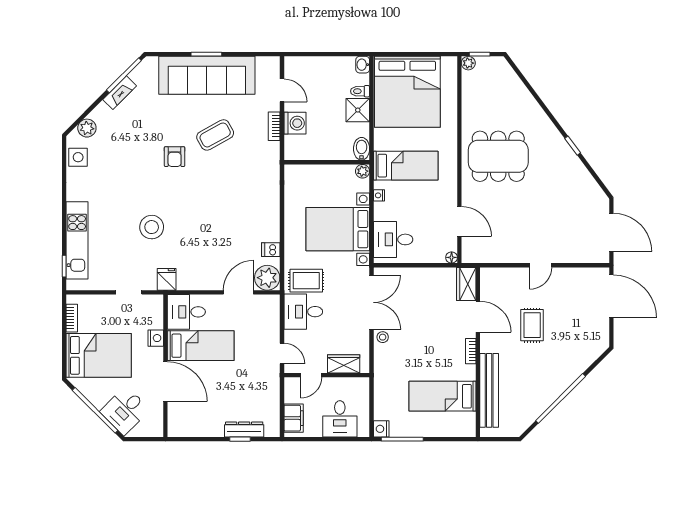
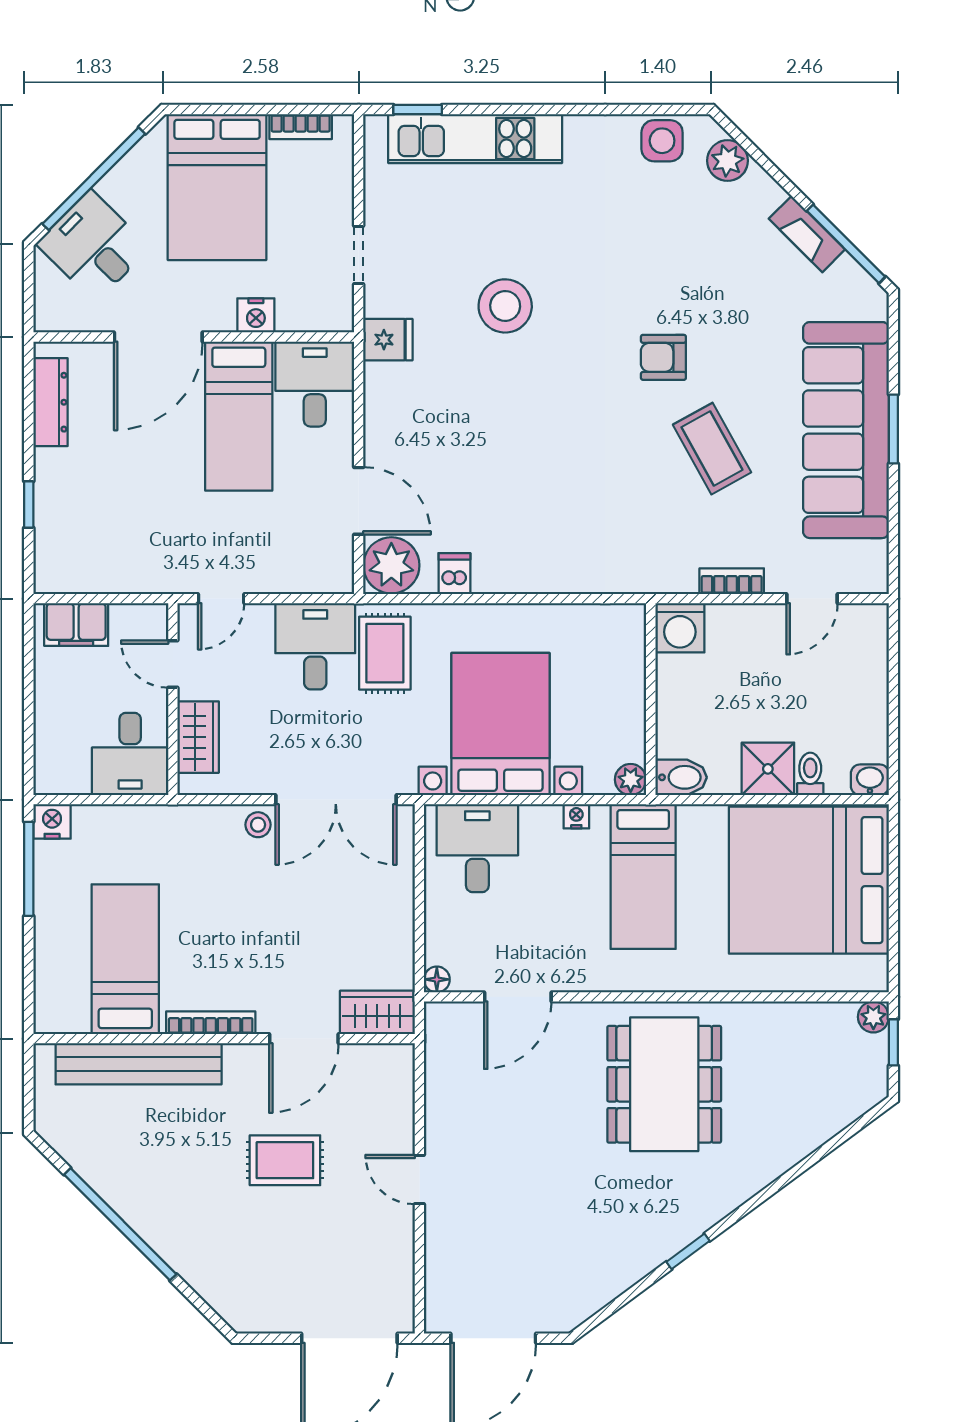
washing machine: (295, 123) -> (680, 628), moved
bookcase: (471, 351) -> (211, 1023), width x1.56
desk: (340, 419) -> (130, 754), moved, turned -90
dresser: (244, 430) -> (50, 402), moved

